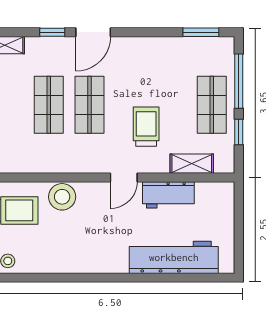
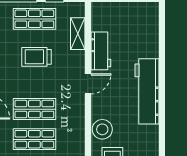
trolley: (146, 127) -> (36, 57), moved
door: (124, 177) -> (88, 84), hinge flipped
workbench: (174, 257) -> (147, 91), moved

